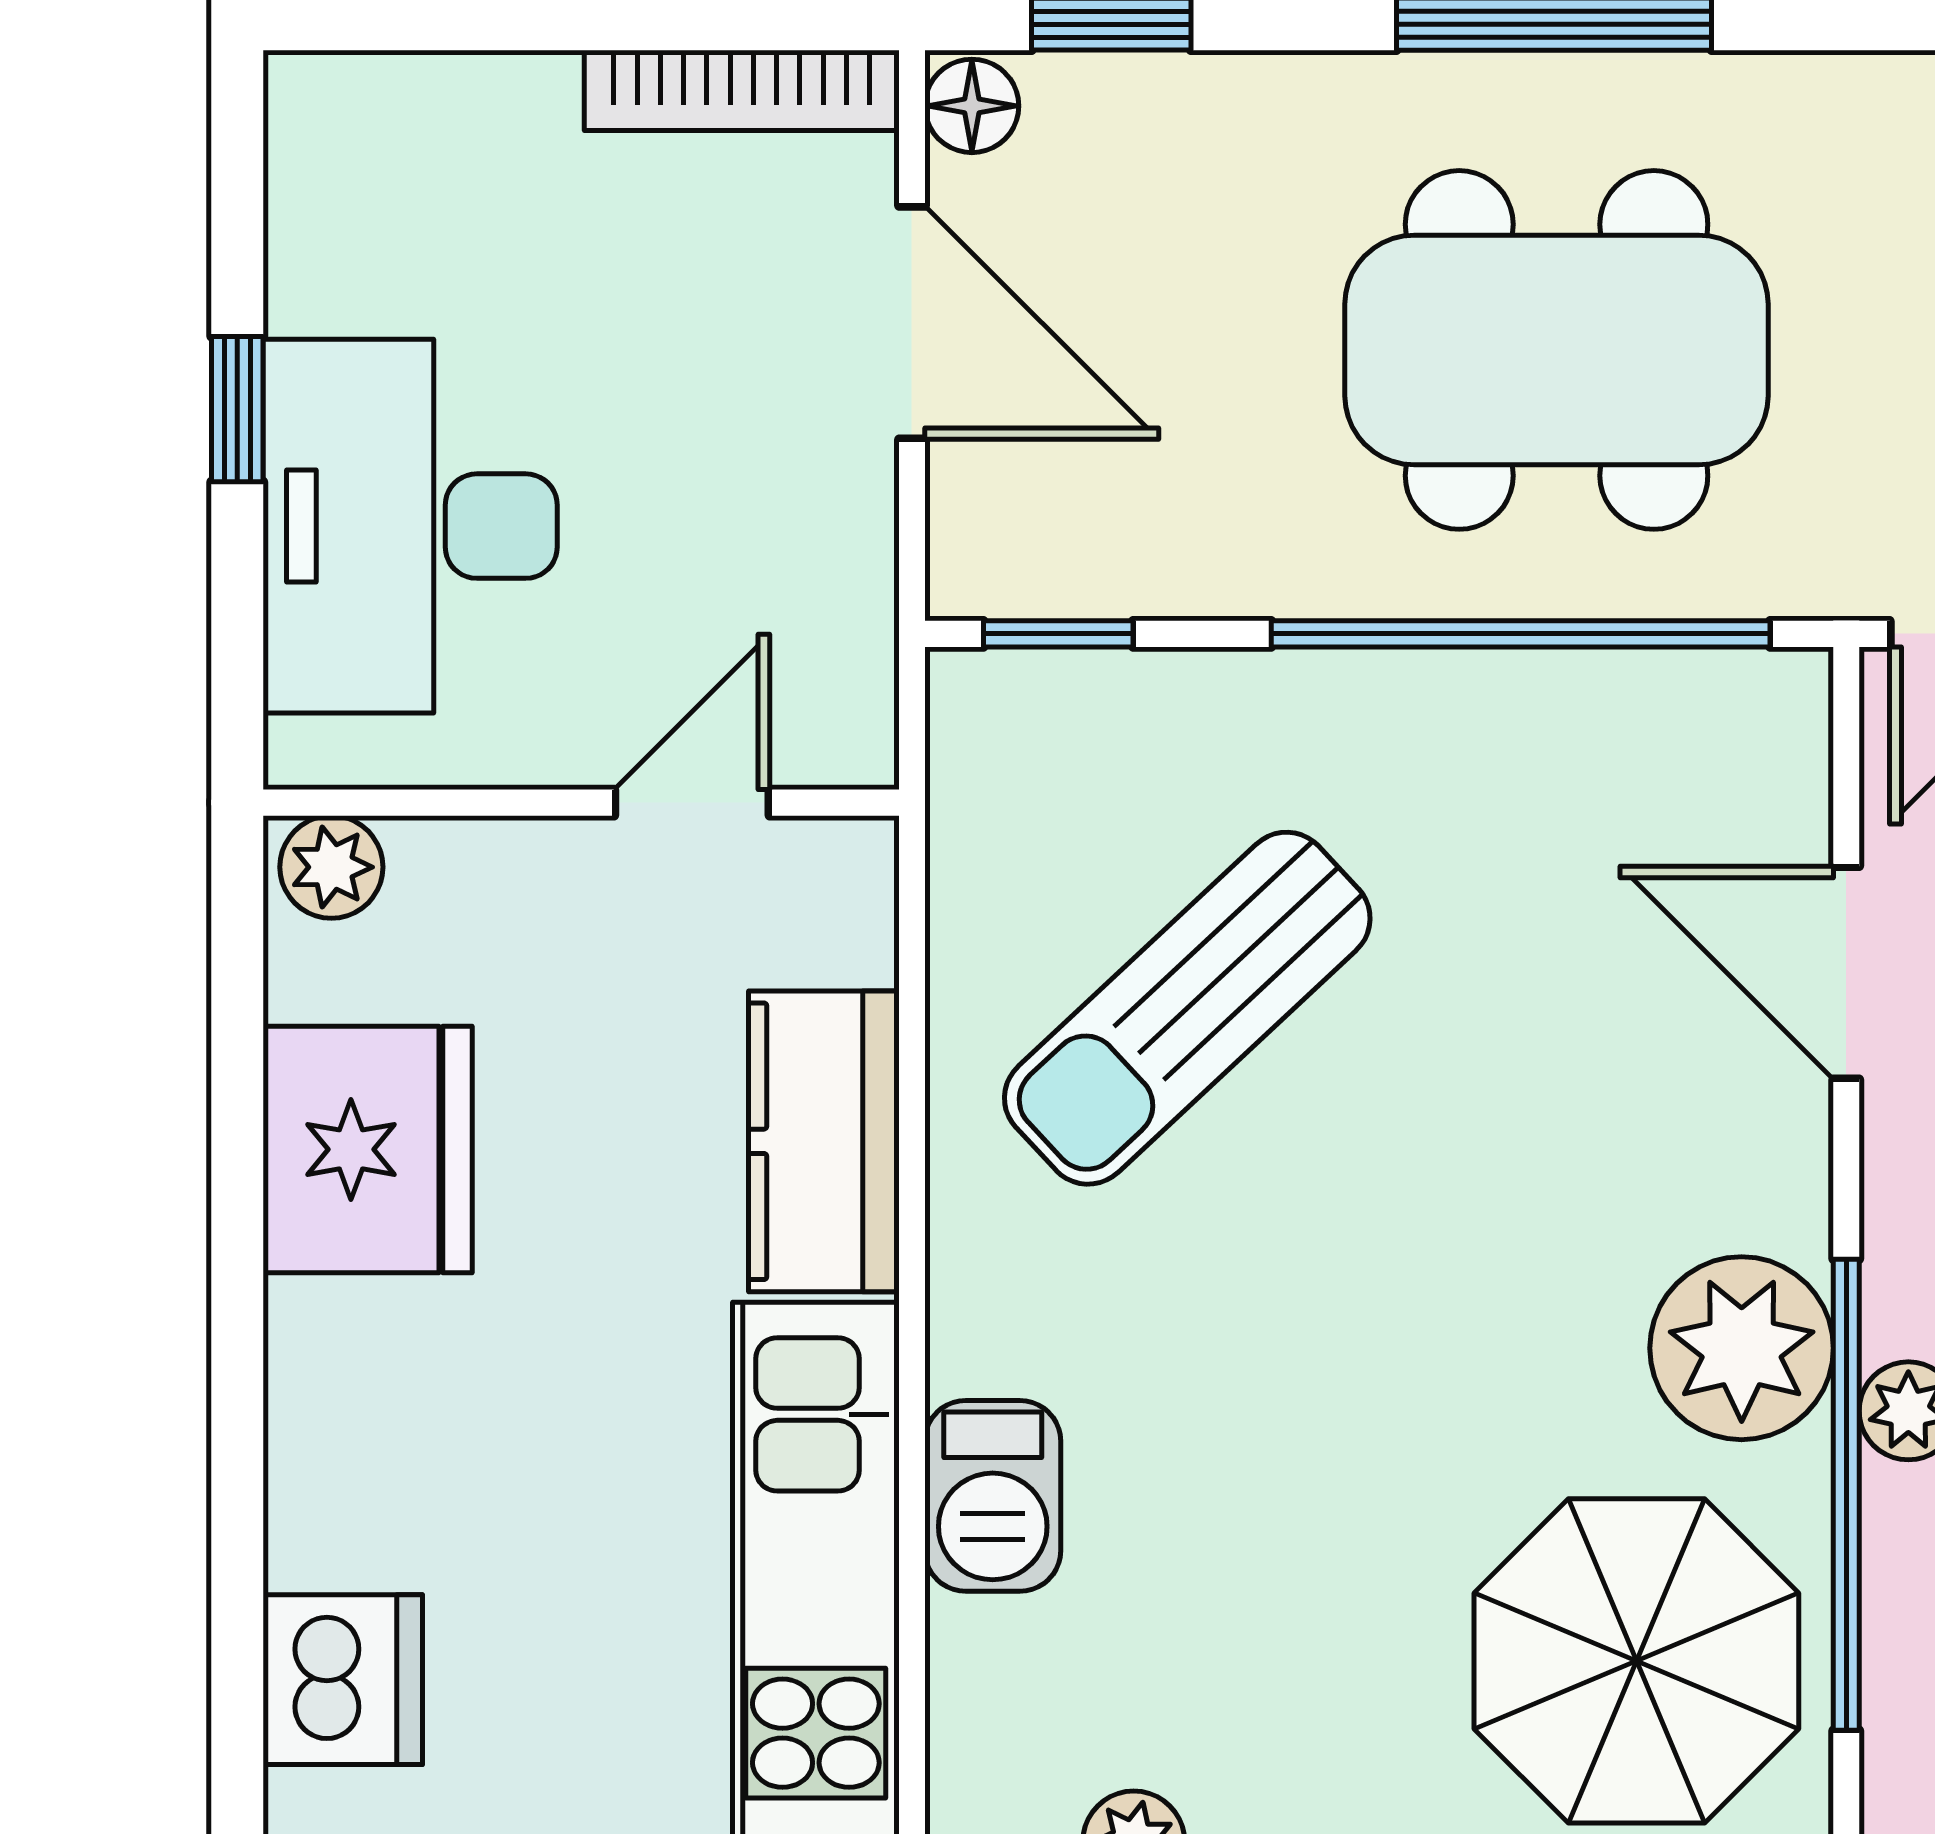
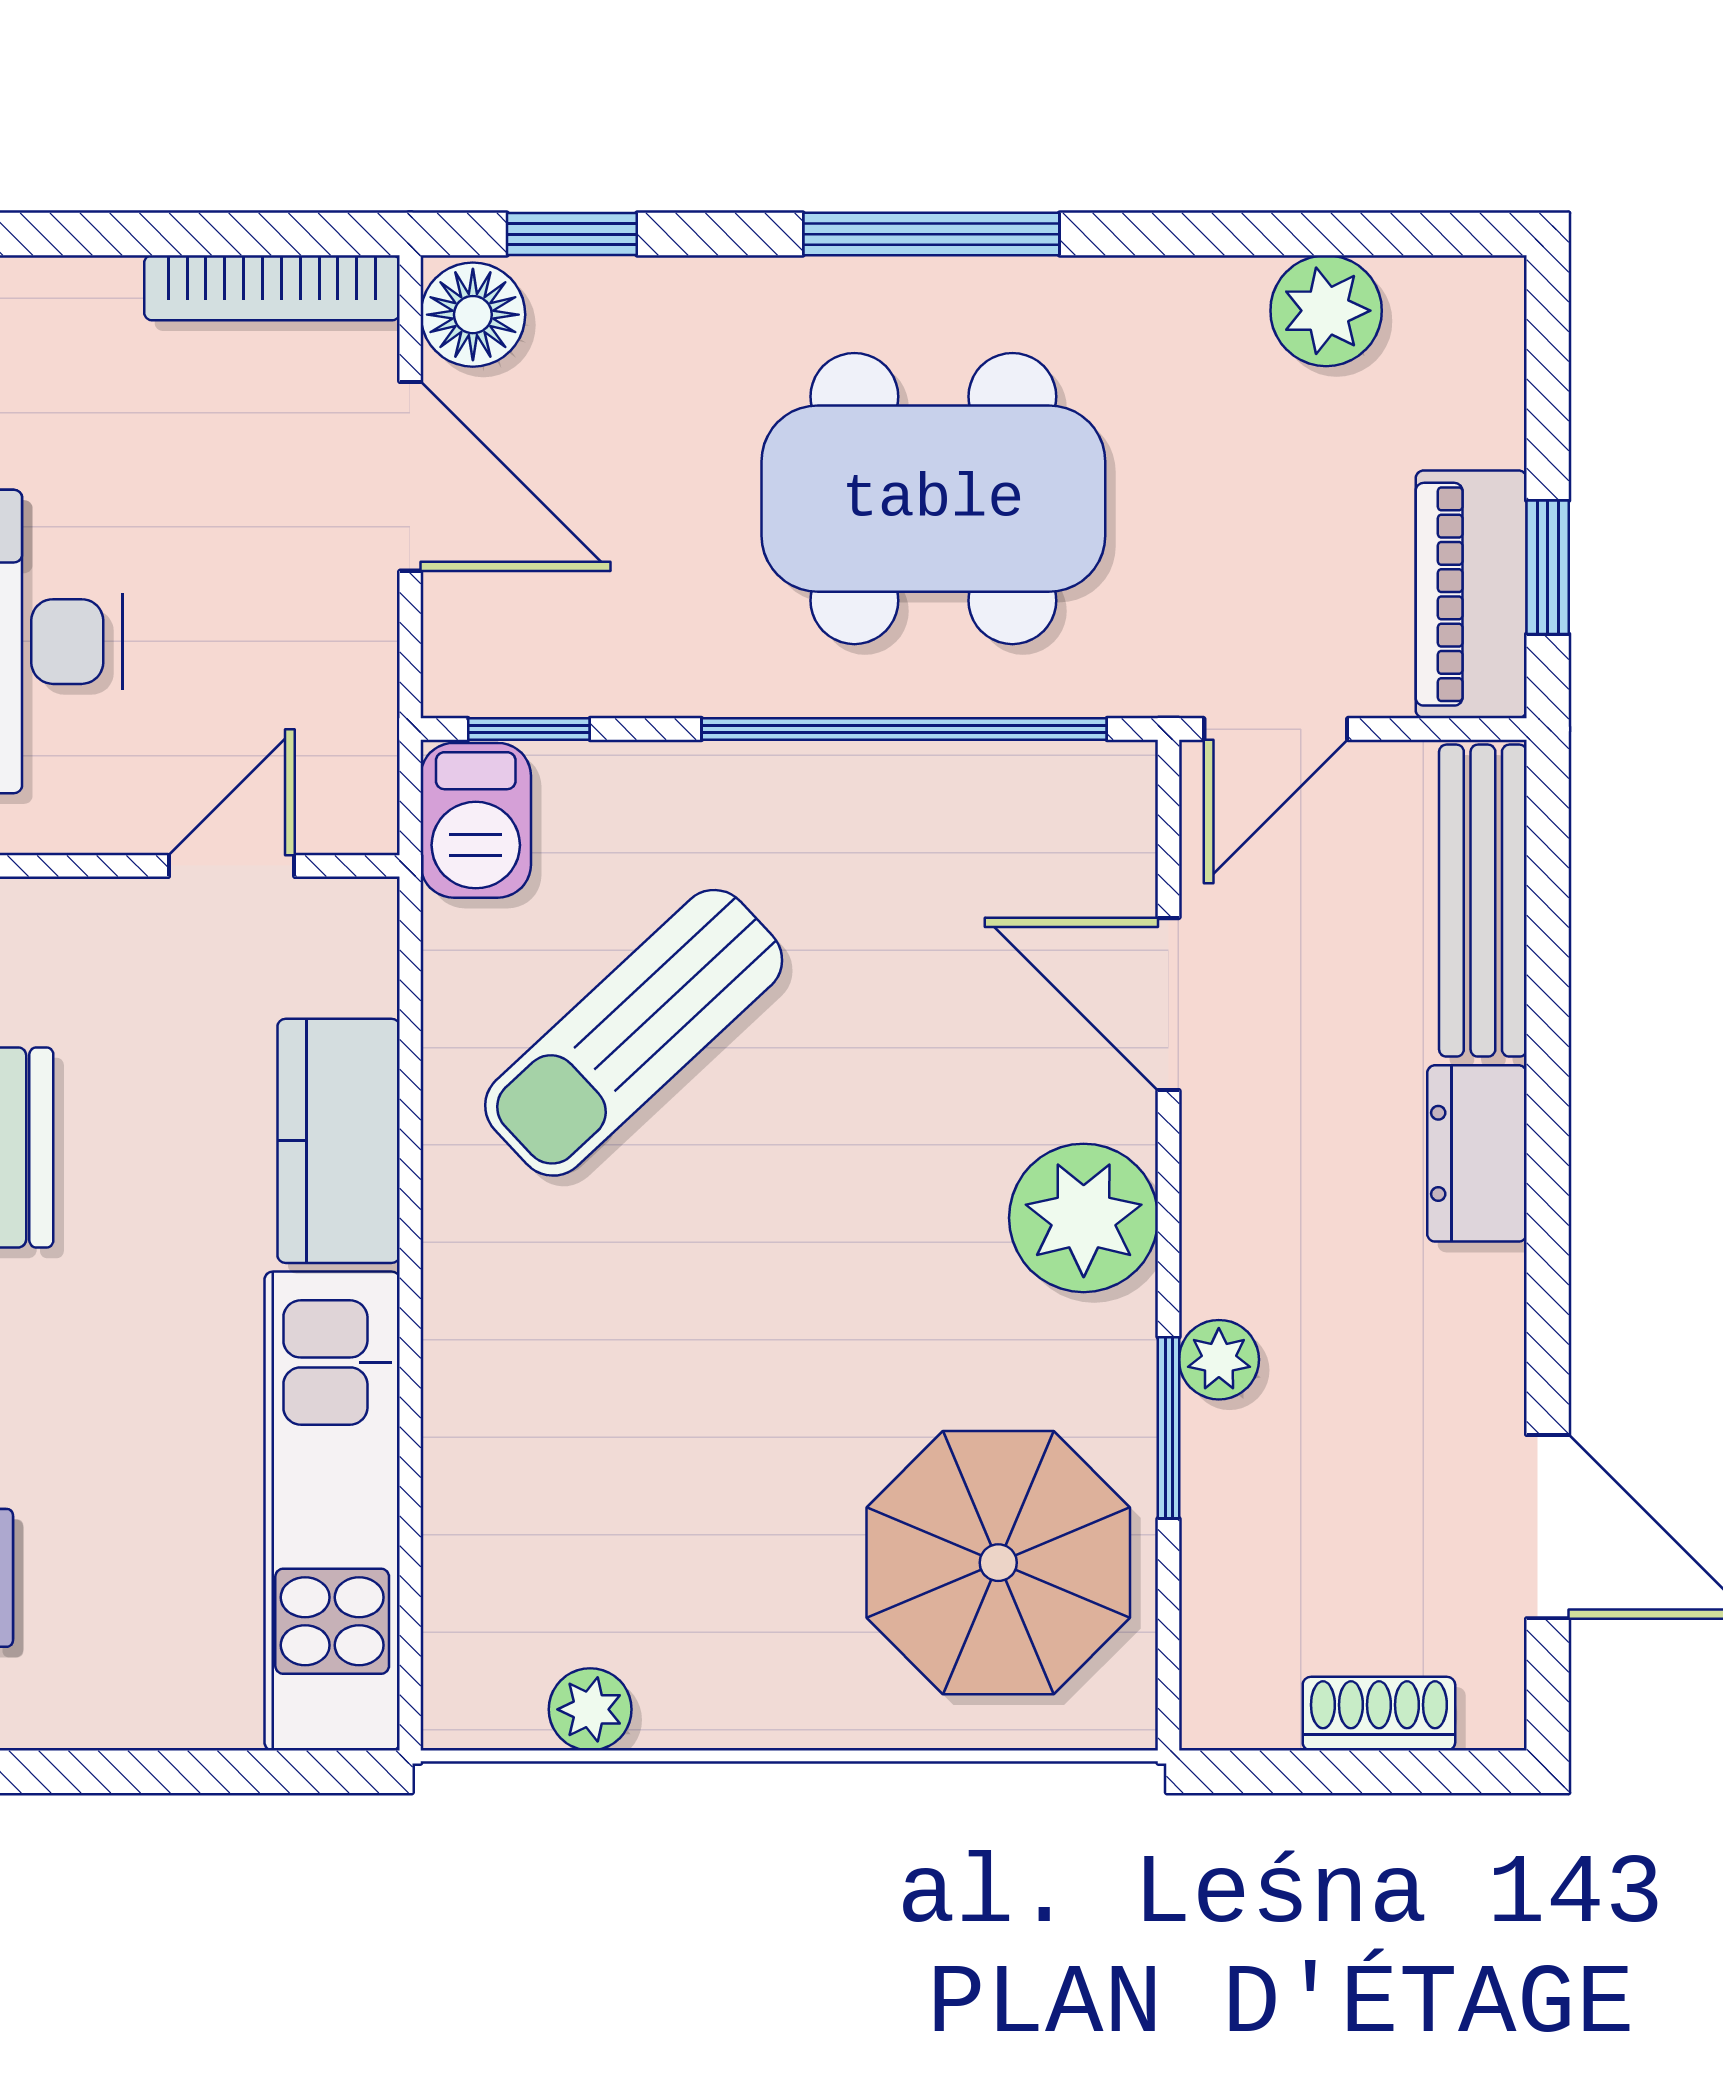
floor lamp: (972, 106) -> (473, 315), width x1.37, depth x1.37
plant: (1742, 1348) -> (1084, 1218), moved
window: (1846, 1495) -> (1169, 1428), width x0.47
barbecue: (993, 1496) -> (476, 820), moved

